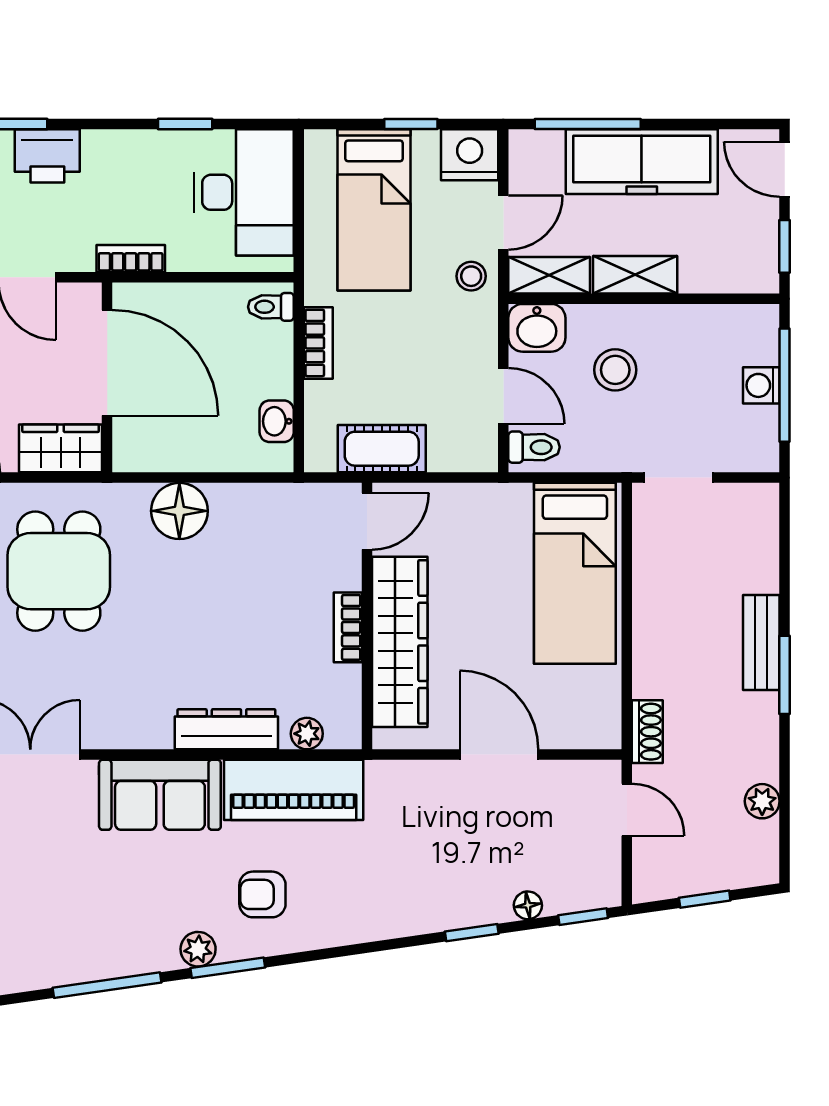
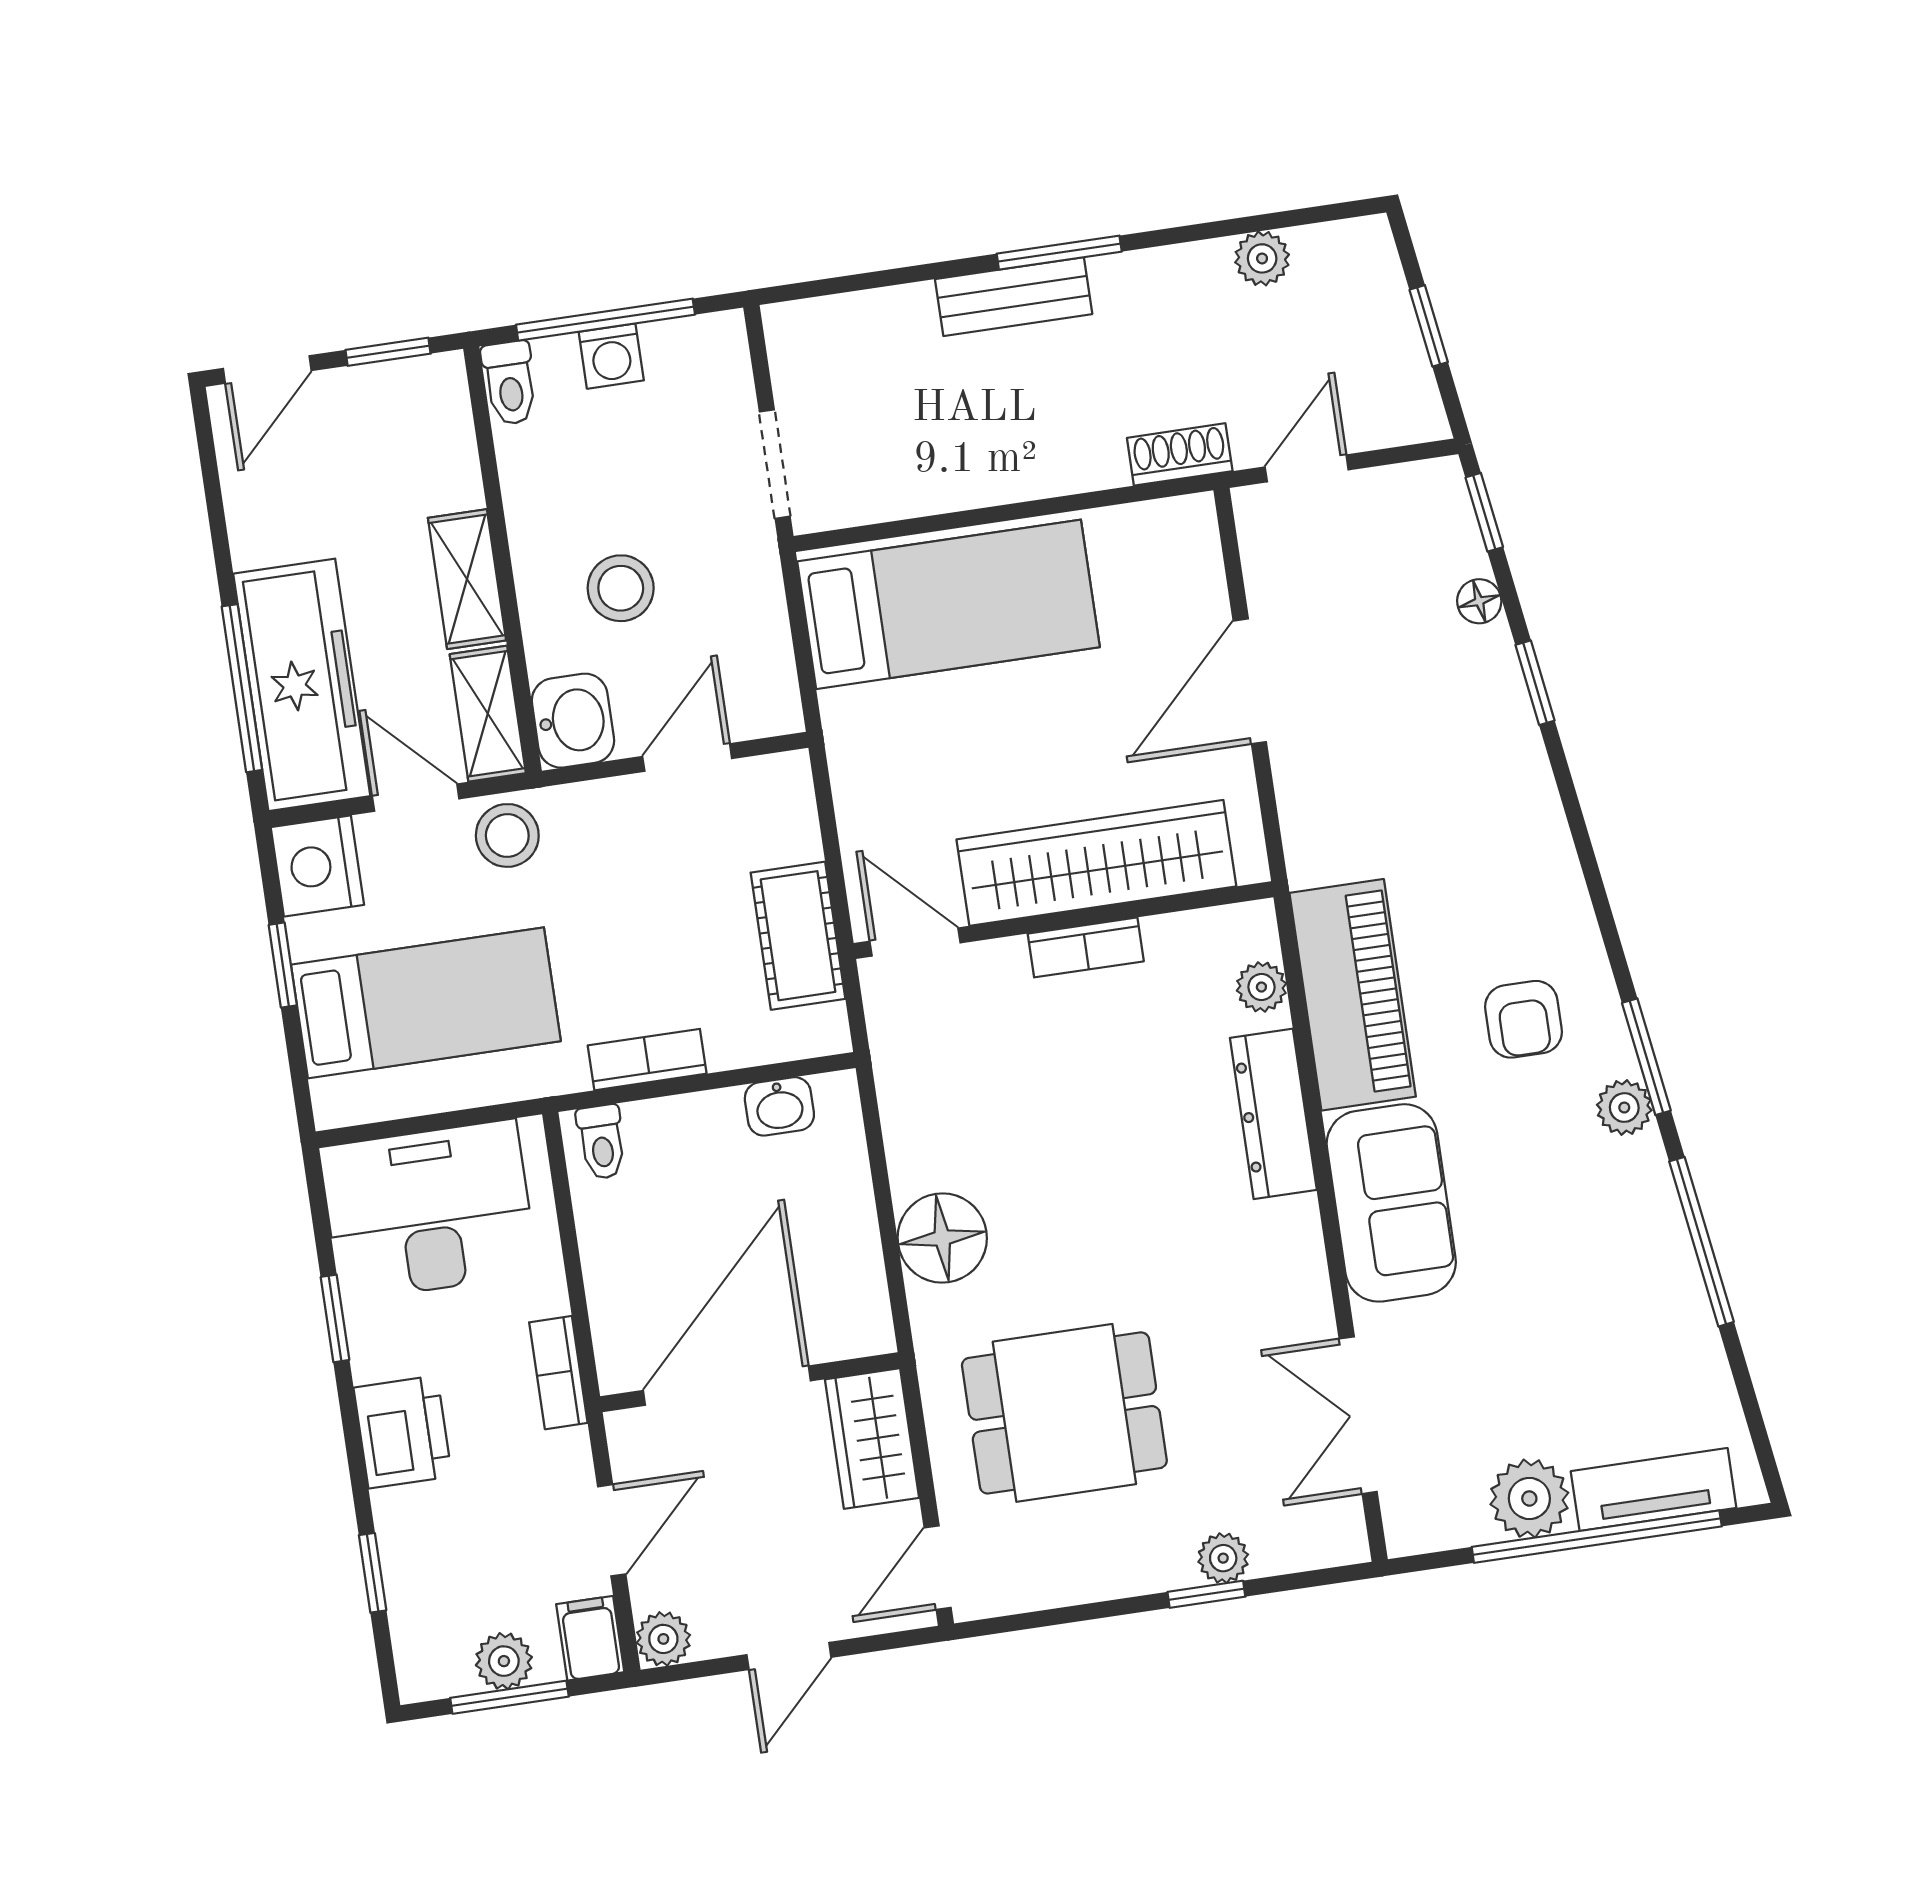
printer: (47, 156) -> (403, 1432), moved
freezer: (642, 162) -> (302, 685), moved
stool: (471, 276) -> (507, 835), width x1.37, depth x1.37
toilet: (534, 447) -> (510, 383), moved, turned 180

